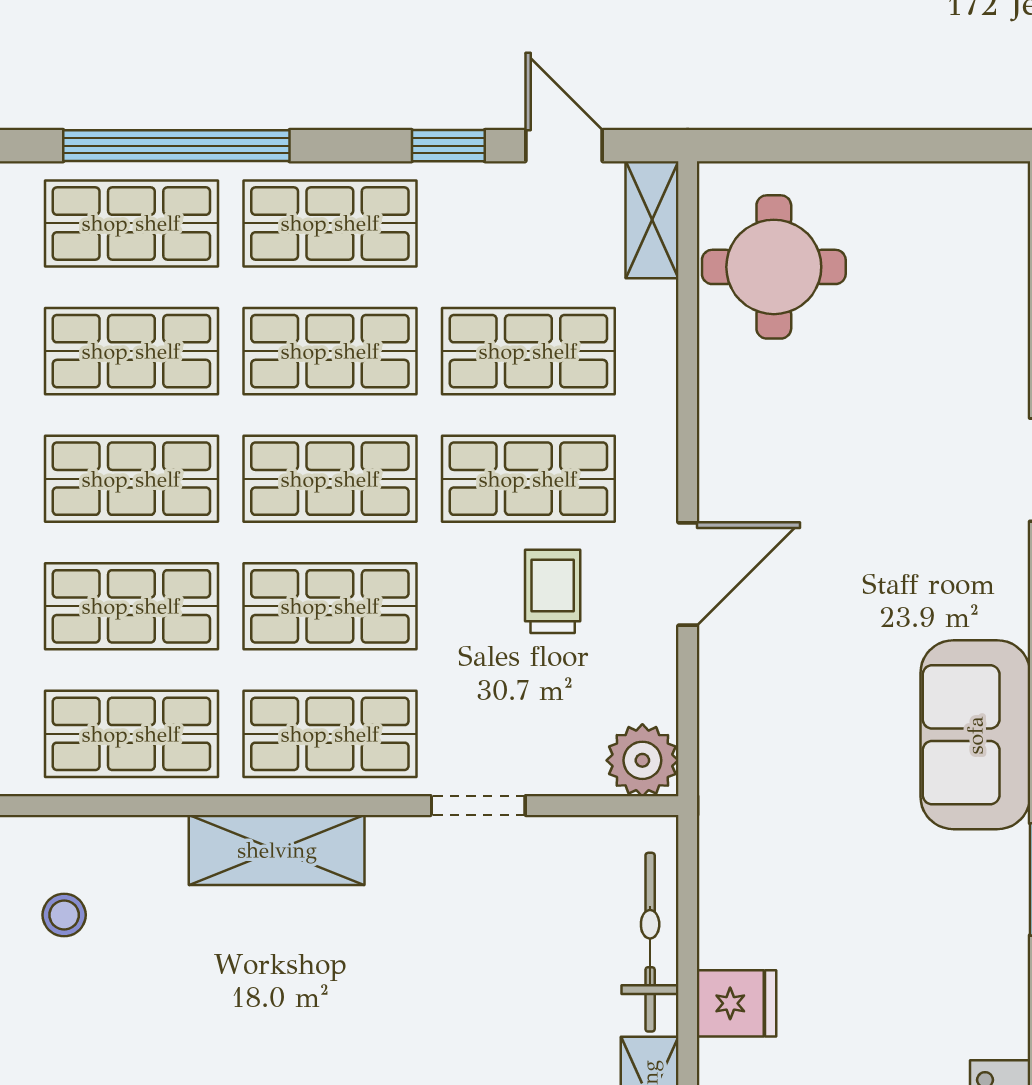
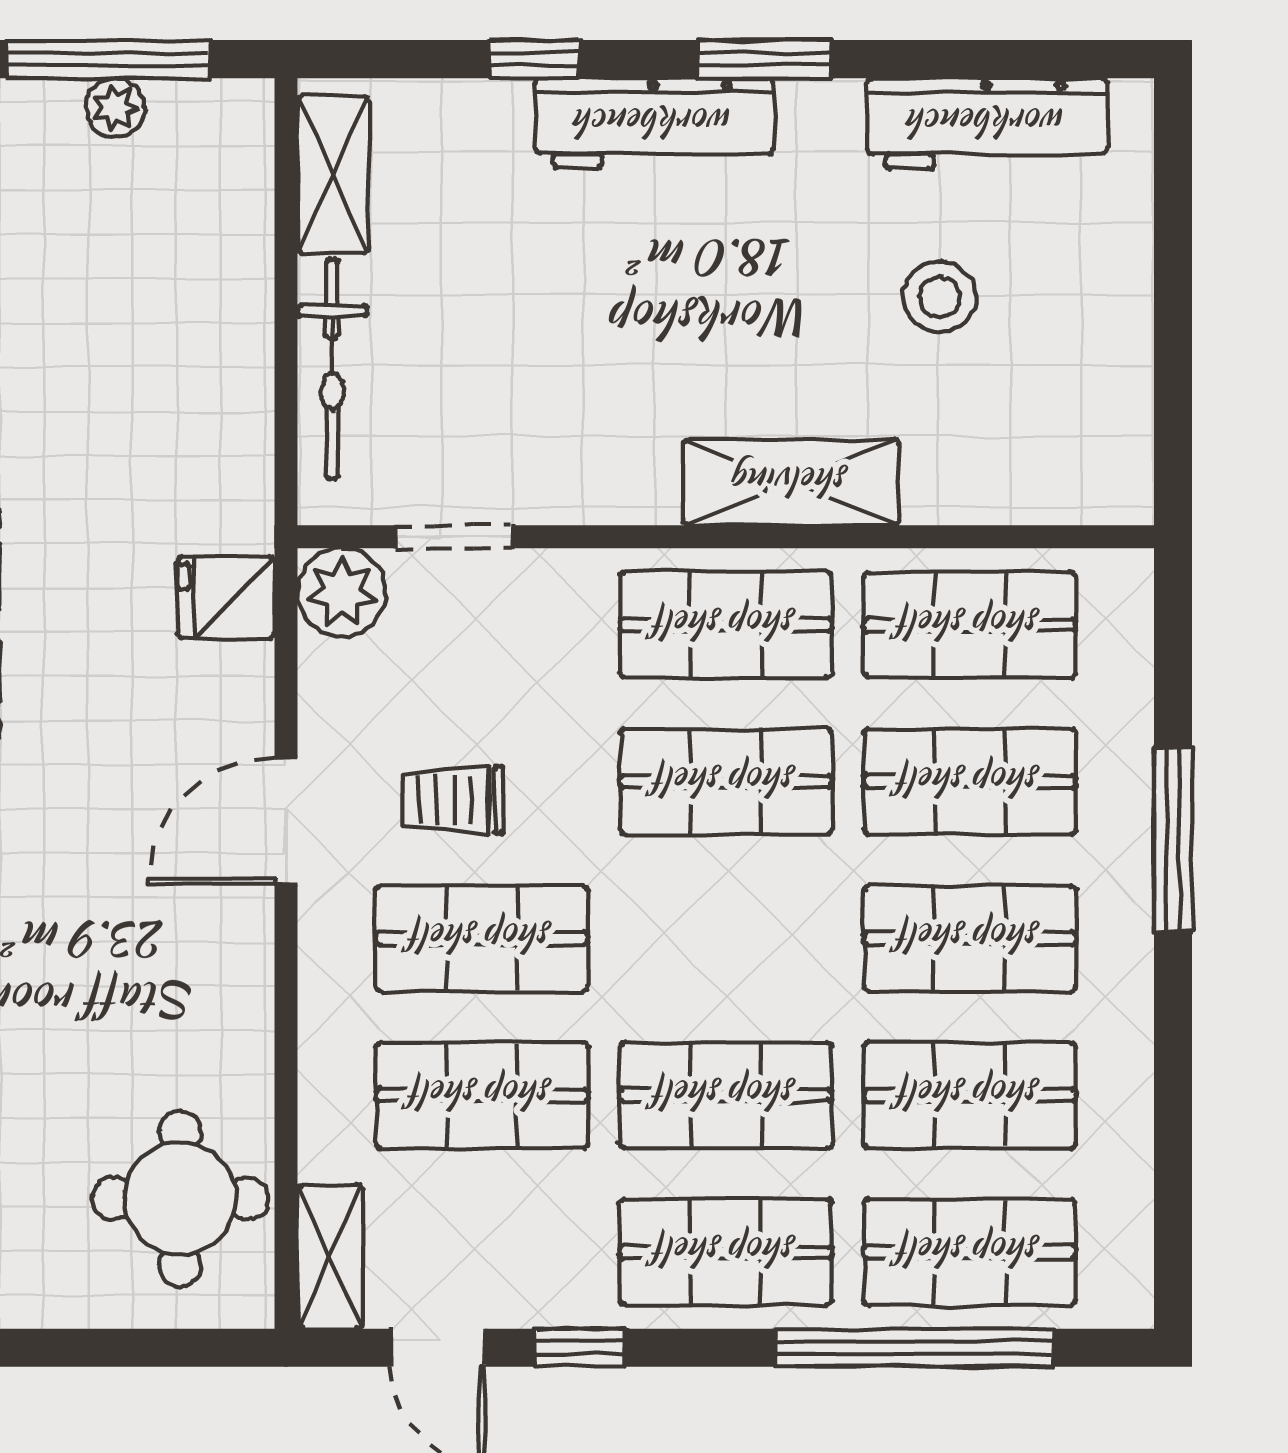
shop shelf: (330, 479) -> (726, 938), removed
trolley: (553, 591) -> (452, 800), turned 90
doorway: (478, 806) -> (454, 537), moved
stool: (64, 915) -> (940, 297), moved, width x1.37, depth x1.37
fridge: (737, 1003) -> (226, 598), moved

